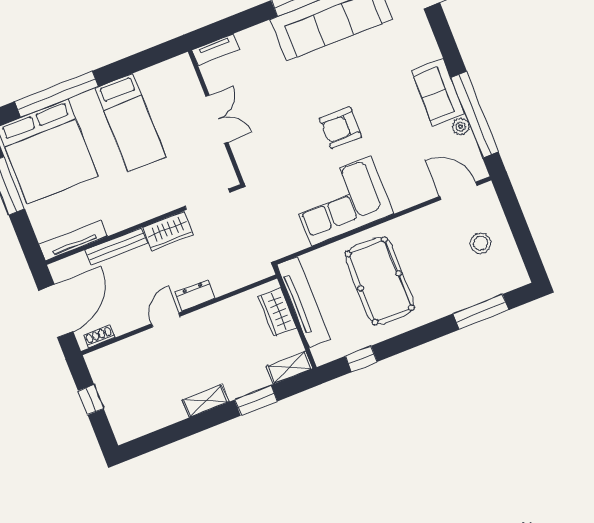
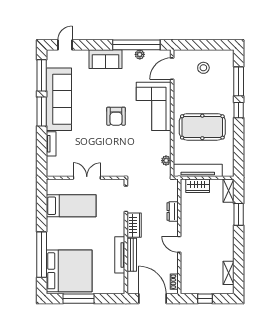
tv unit: (216, 50) -> (51, 144), moved
sofa: (438, 92) -> (105, 59), moved
bed: (131, 123) -> (71, 206), moved
corner sofa: (341, 201) -> (154, 106), moved
tv unit: (73, 240) -> (120, 255), moved
plant: (299, 242) -> (166, 161), added
dresser: (195, 295) -> (173, 212), moved
window: (361, 359) -> (239, 110), moved
shelving: (206, 401) -> (229, 273), moved

